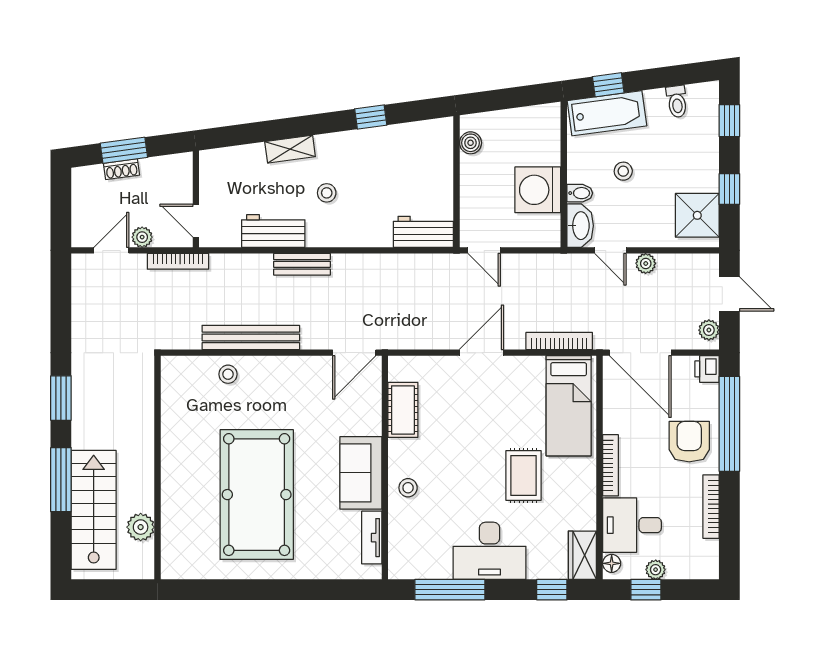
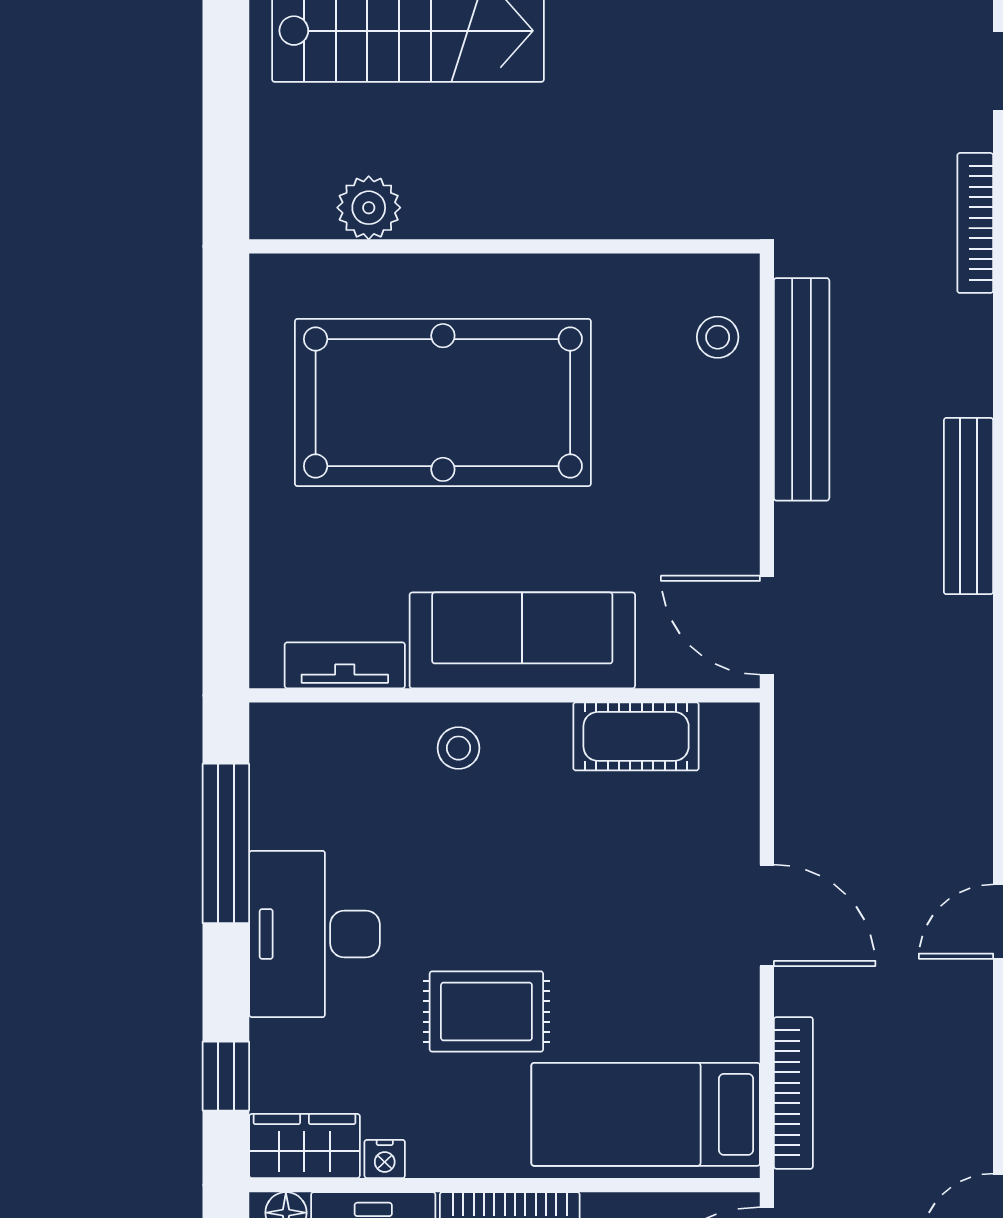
bench: (302, 264) -> (968, 506), width x1.36
wall: (158, 468) -> (505, 246), moved
sofa: (361, 473) -> (522, 640), width x1.36
nightstand: (588, 520) -> (385, 1159), added
plant: (141, 527) -> (369, 208), moved

